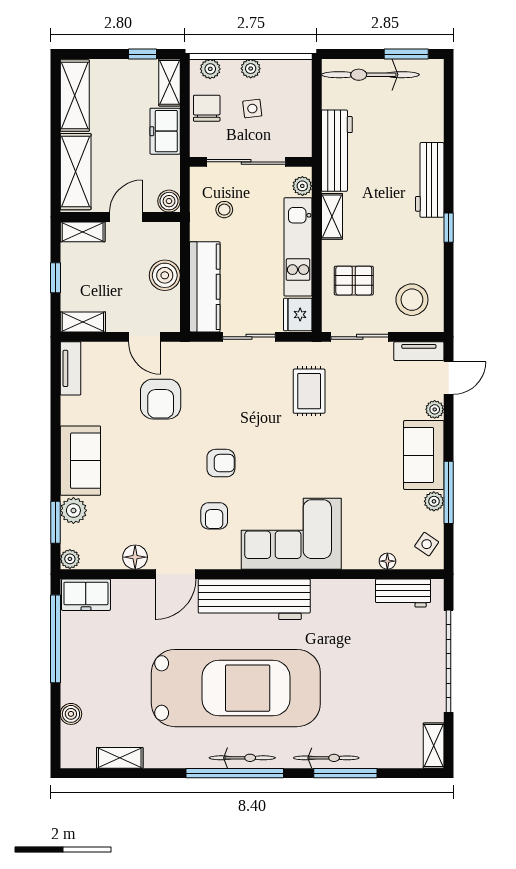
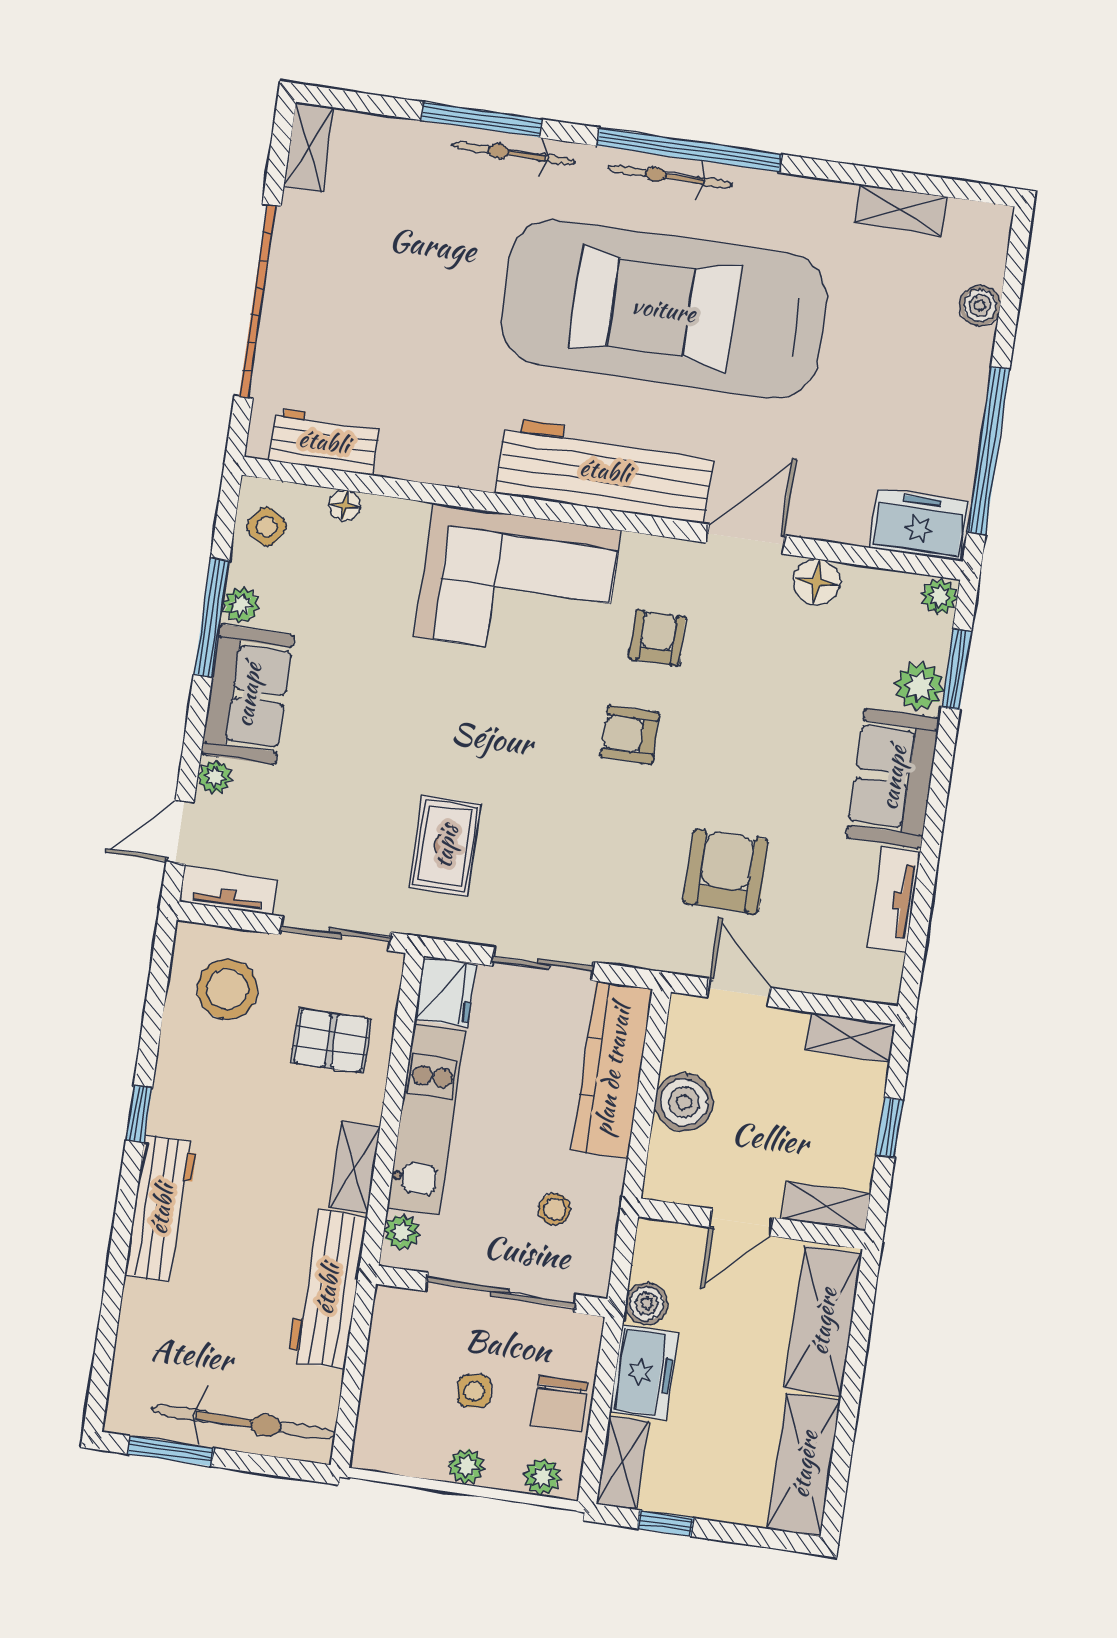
boiler: (169, 201) -> (647, 1304), moved
tv unit: (71, 368) -> (894, 900), moved

